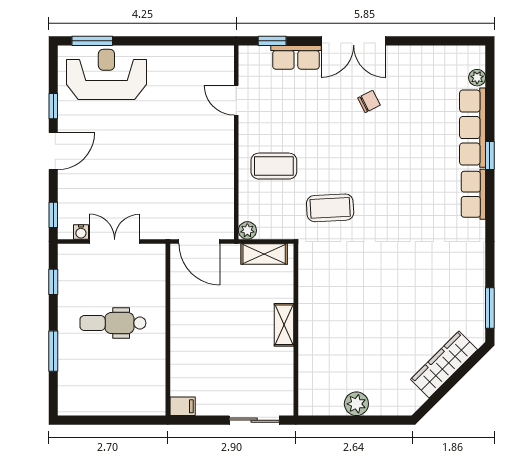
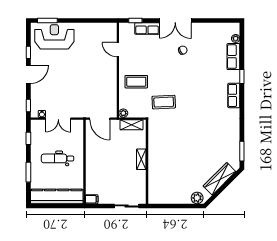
row of seats: (473, 128) -> (233, 57), width x0.68
double door: (115, 242) -> (58, 119), swing flipped
kitchen counter: (111, 401) -> (57, 196), added
plant: (356, 404) -> (197, 198), moved

